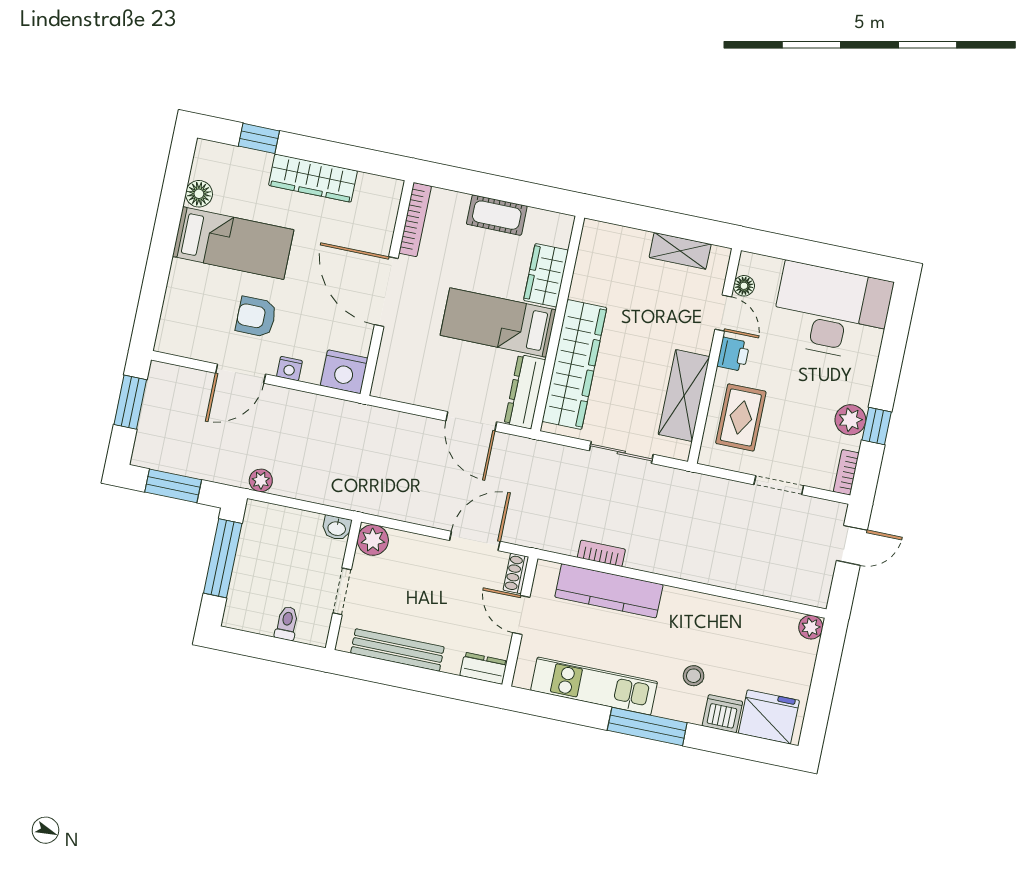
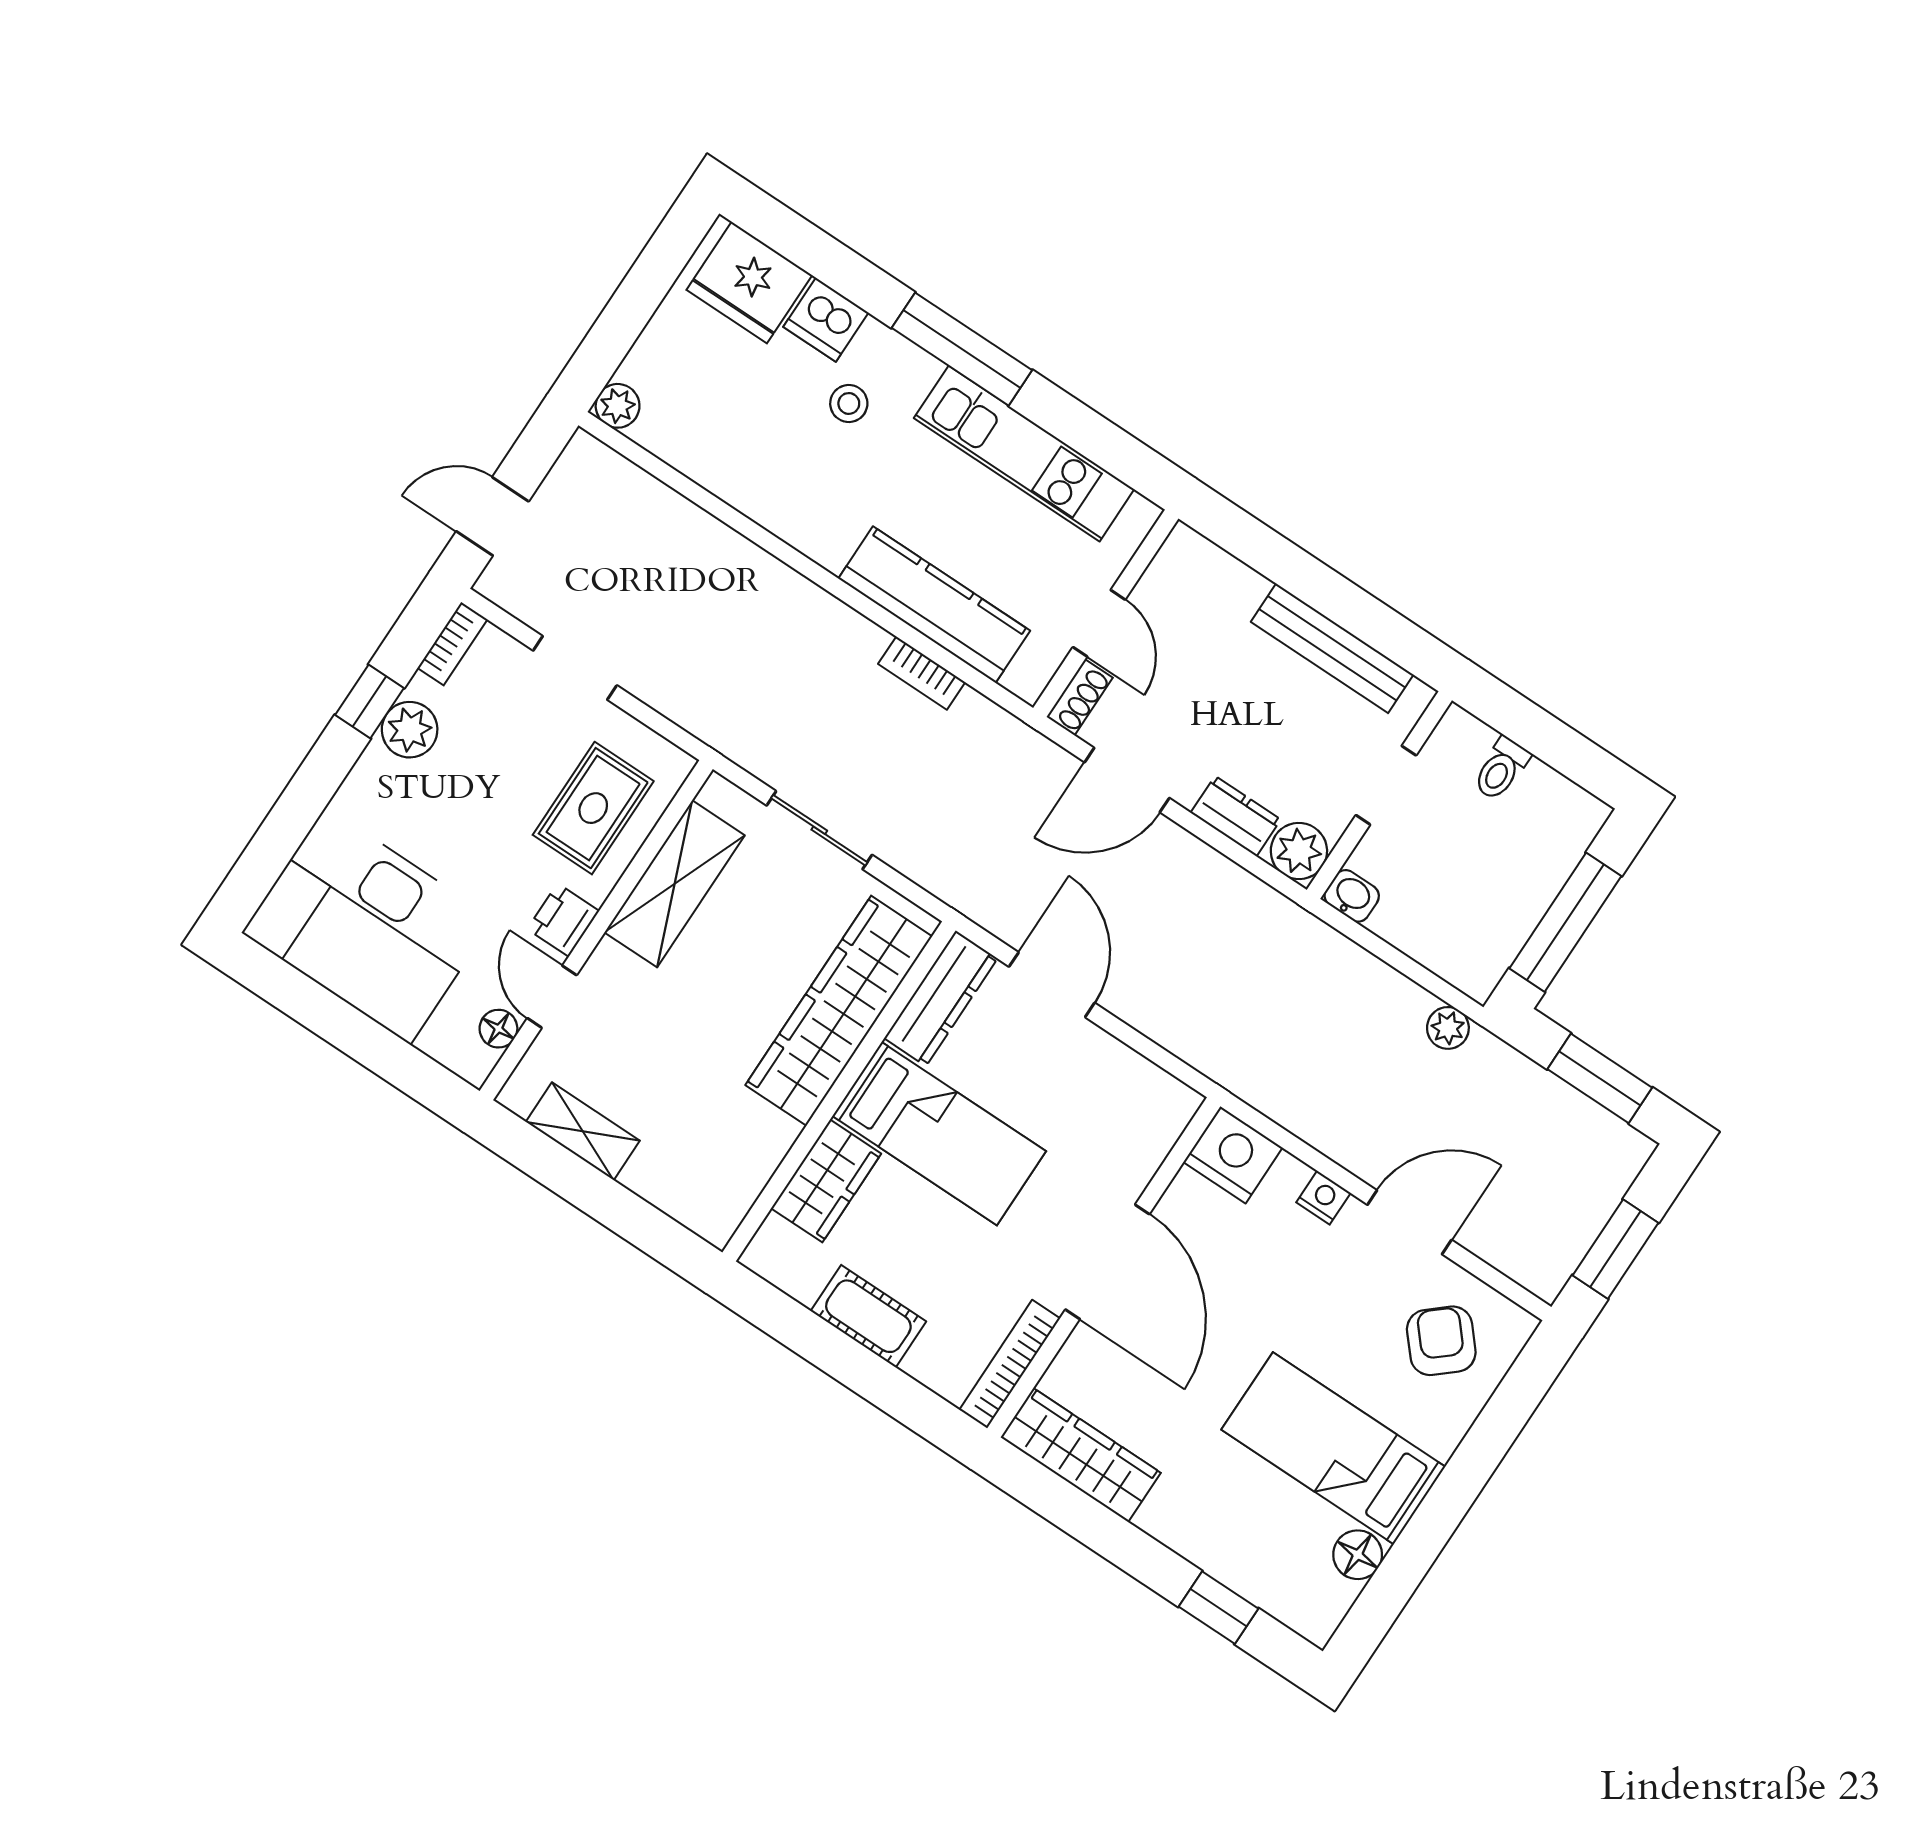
wardrobe: (313, 178) -> (1081, 1455), moved
armchair: (256, 317) -> (1441, 1341), moved, turned -131
dresser: (484, 668) -> (1236, 816), moved, turned 180

